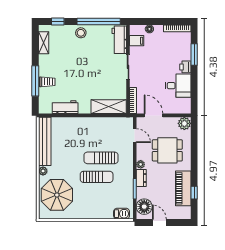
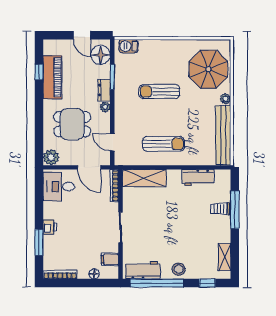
workbench: (119, 40) -> (143, 270), moved, turned -90
desk: (178, 86) -> (59, 187), moved
sun lounger: (101, 158) -> (164, 144), moved

